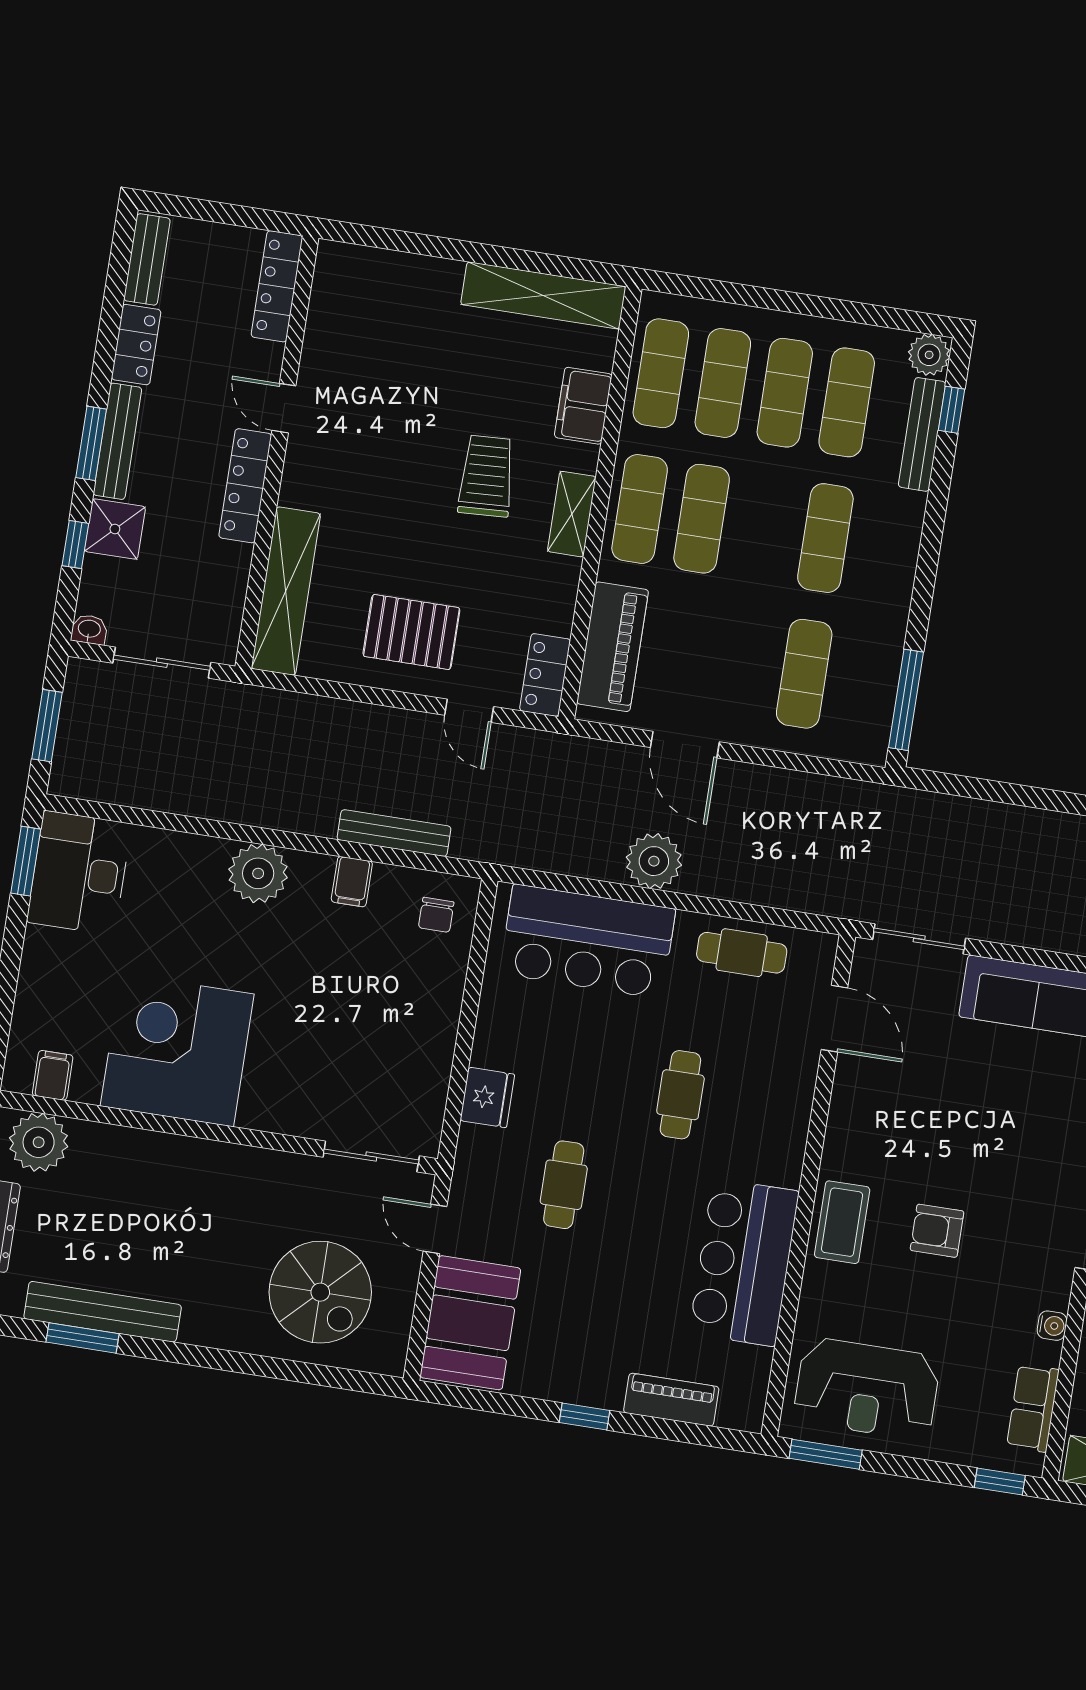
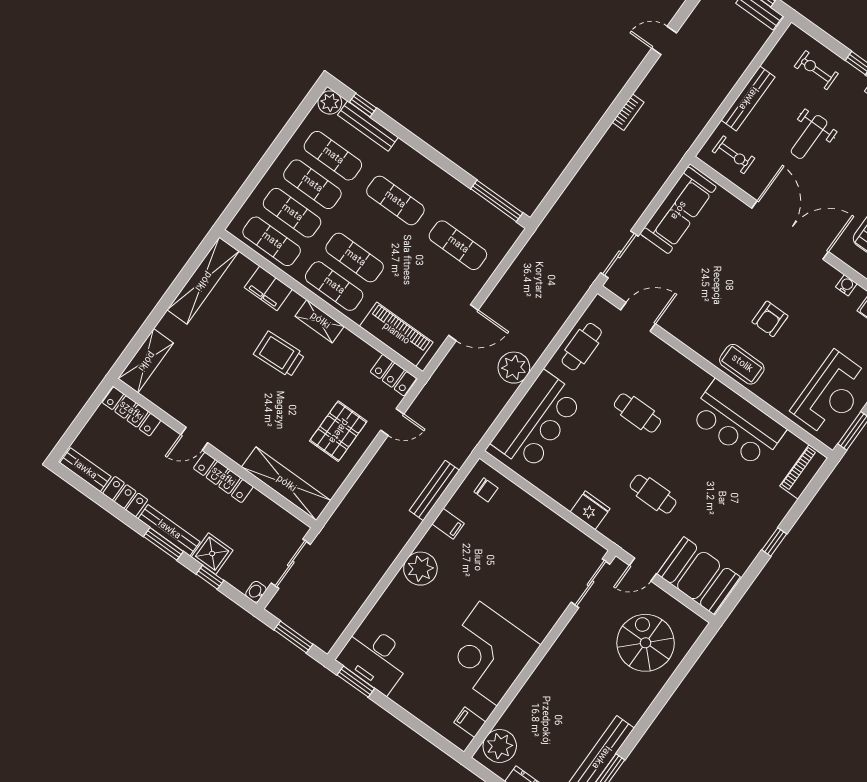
shelving: (369, 268) -> (146, 361), added
spiral stairs: (320, 1292) -> (646, 643), turned -90
piano: (671, 1400) -> (804, 472), moved

